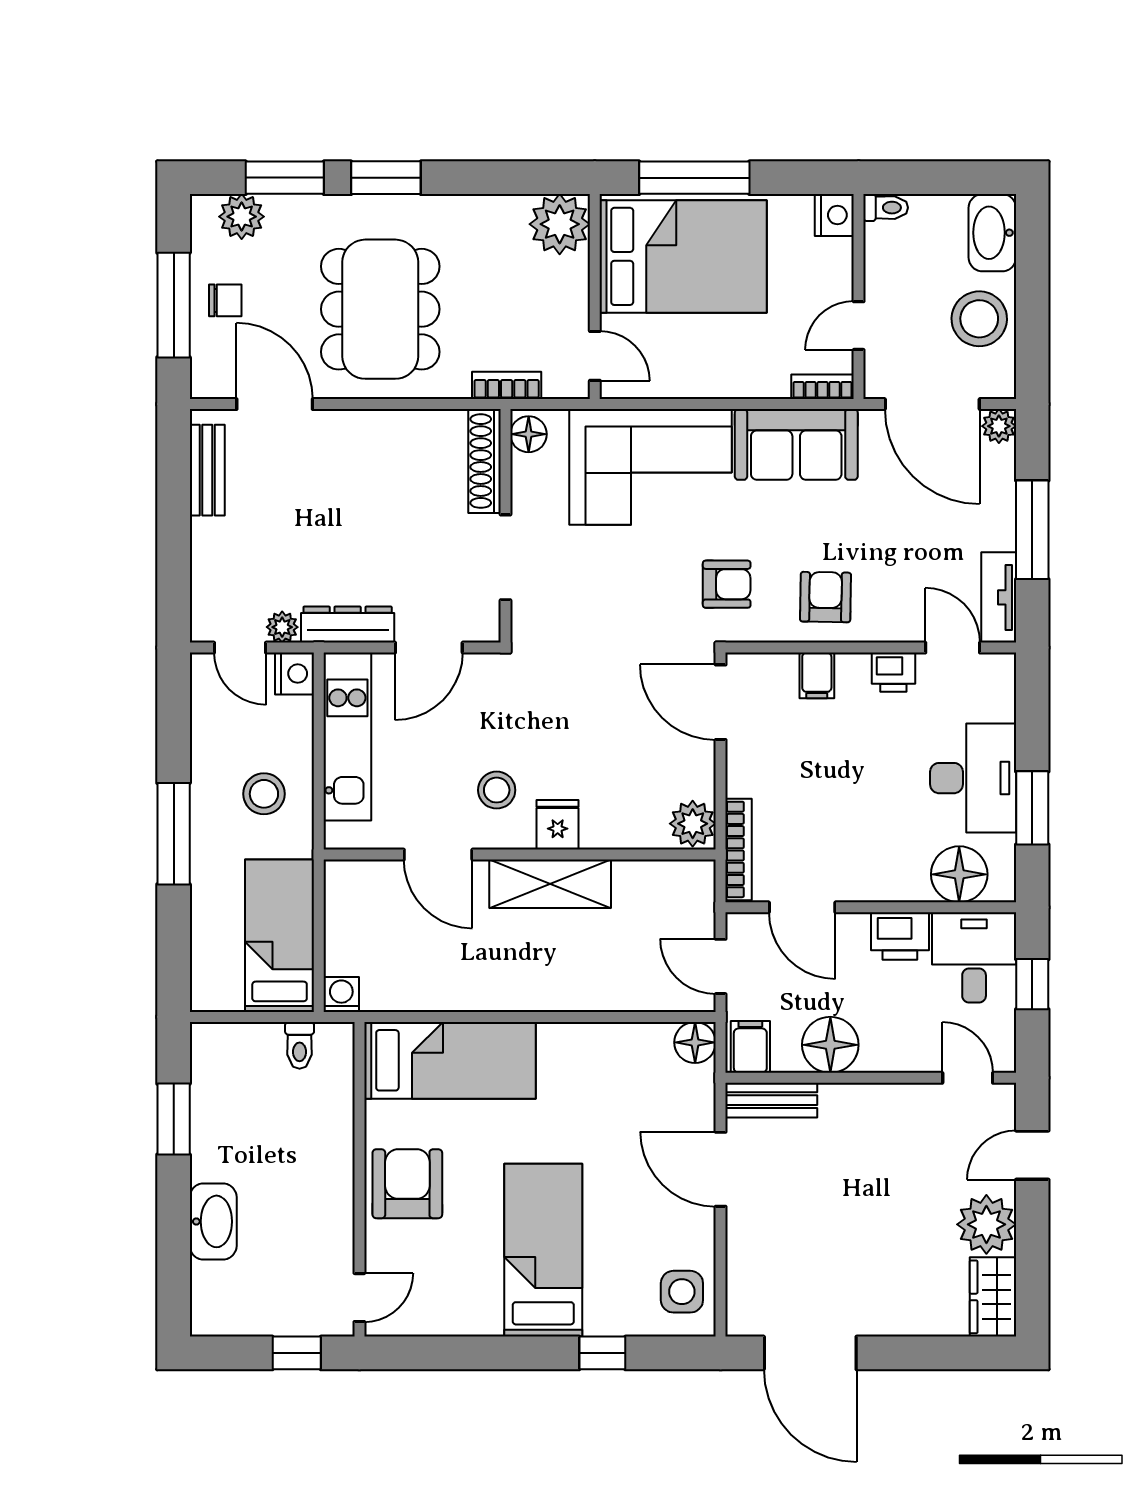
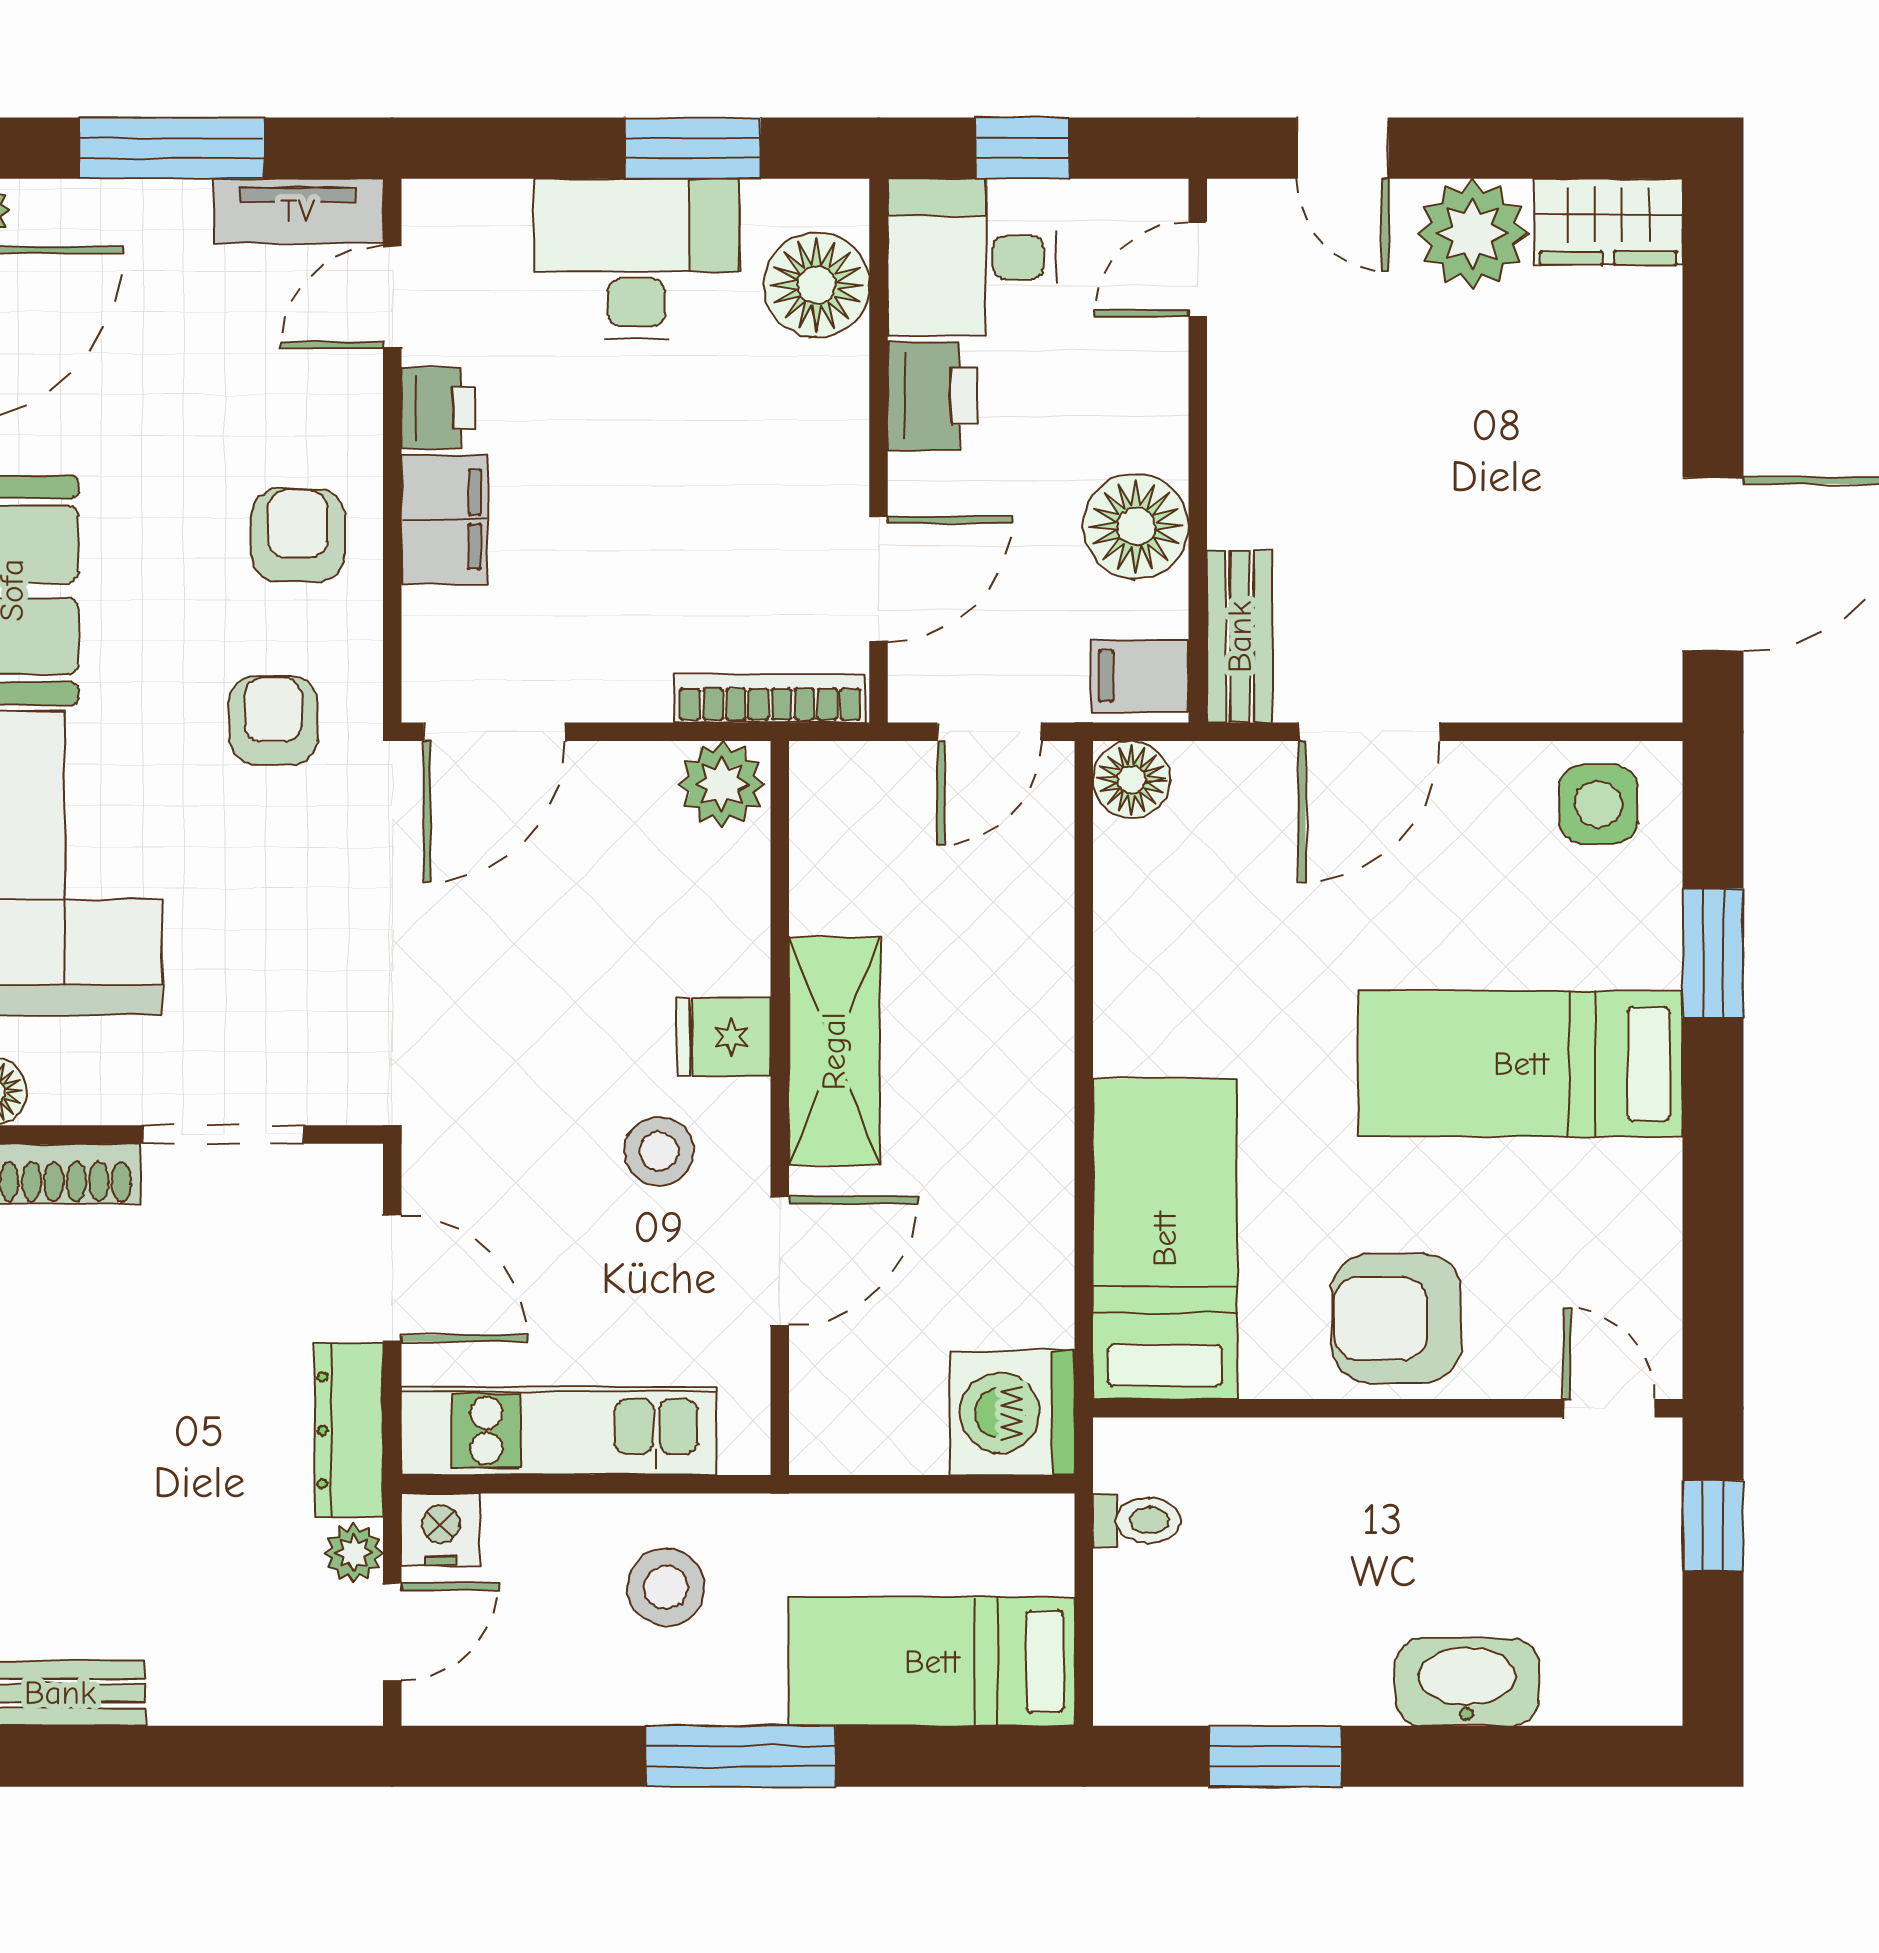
armchair: (826, 597) -> (298, 535), turned 89
filing cabinet: (817, 675) -> (444, 519), width x2.00
bed: (280, 936) -> (932, 1662), moved
washing machine: (341, 994) -> (1012, 1413), width x1.89, depth x1.89
window: (602, 1353) -> (1713, 953), width x1.50

